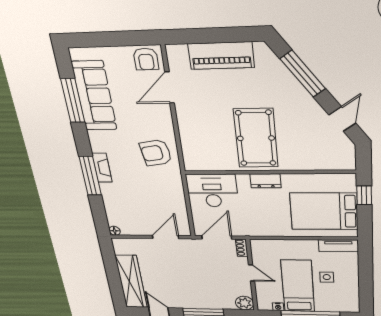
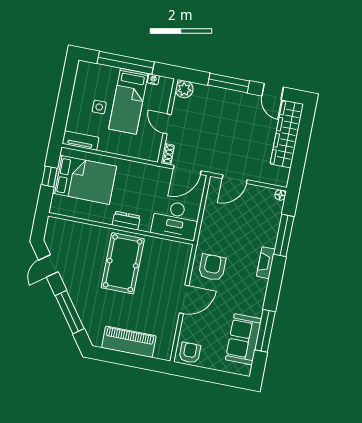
door: (170, 87) -> (184, 299), moved
sofa: (94, 96) -> (243, 339), width x0.73
armchair: (156, 153) -> (212, 267), turned -81
window: (90, 176) -> (284, 235), moved
window: (364, 195) -> (49, 176), moved

